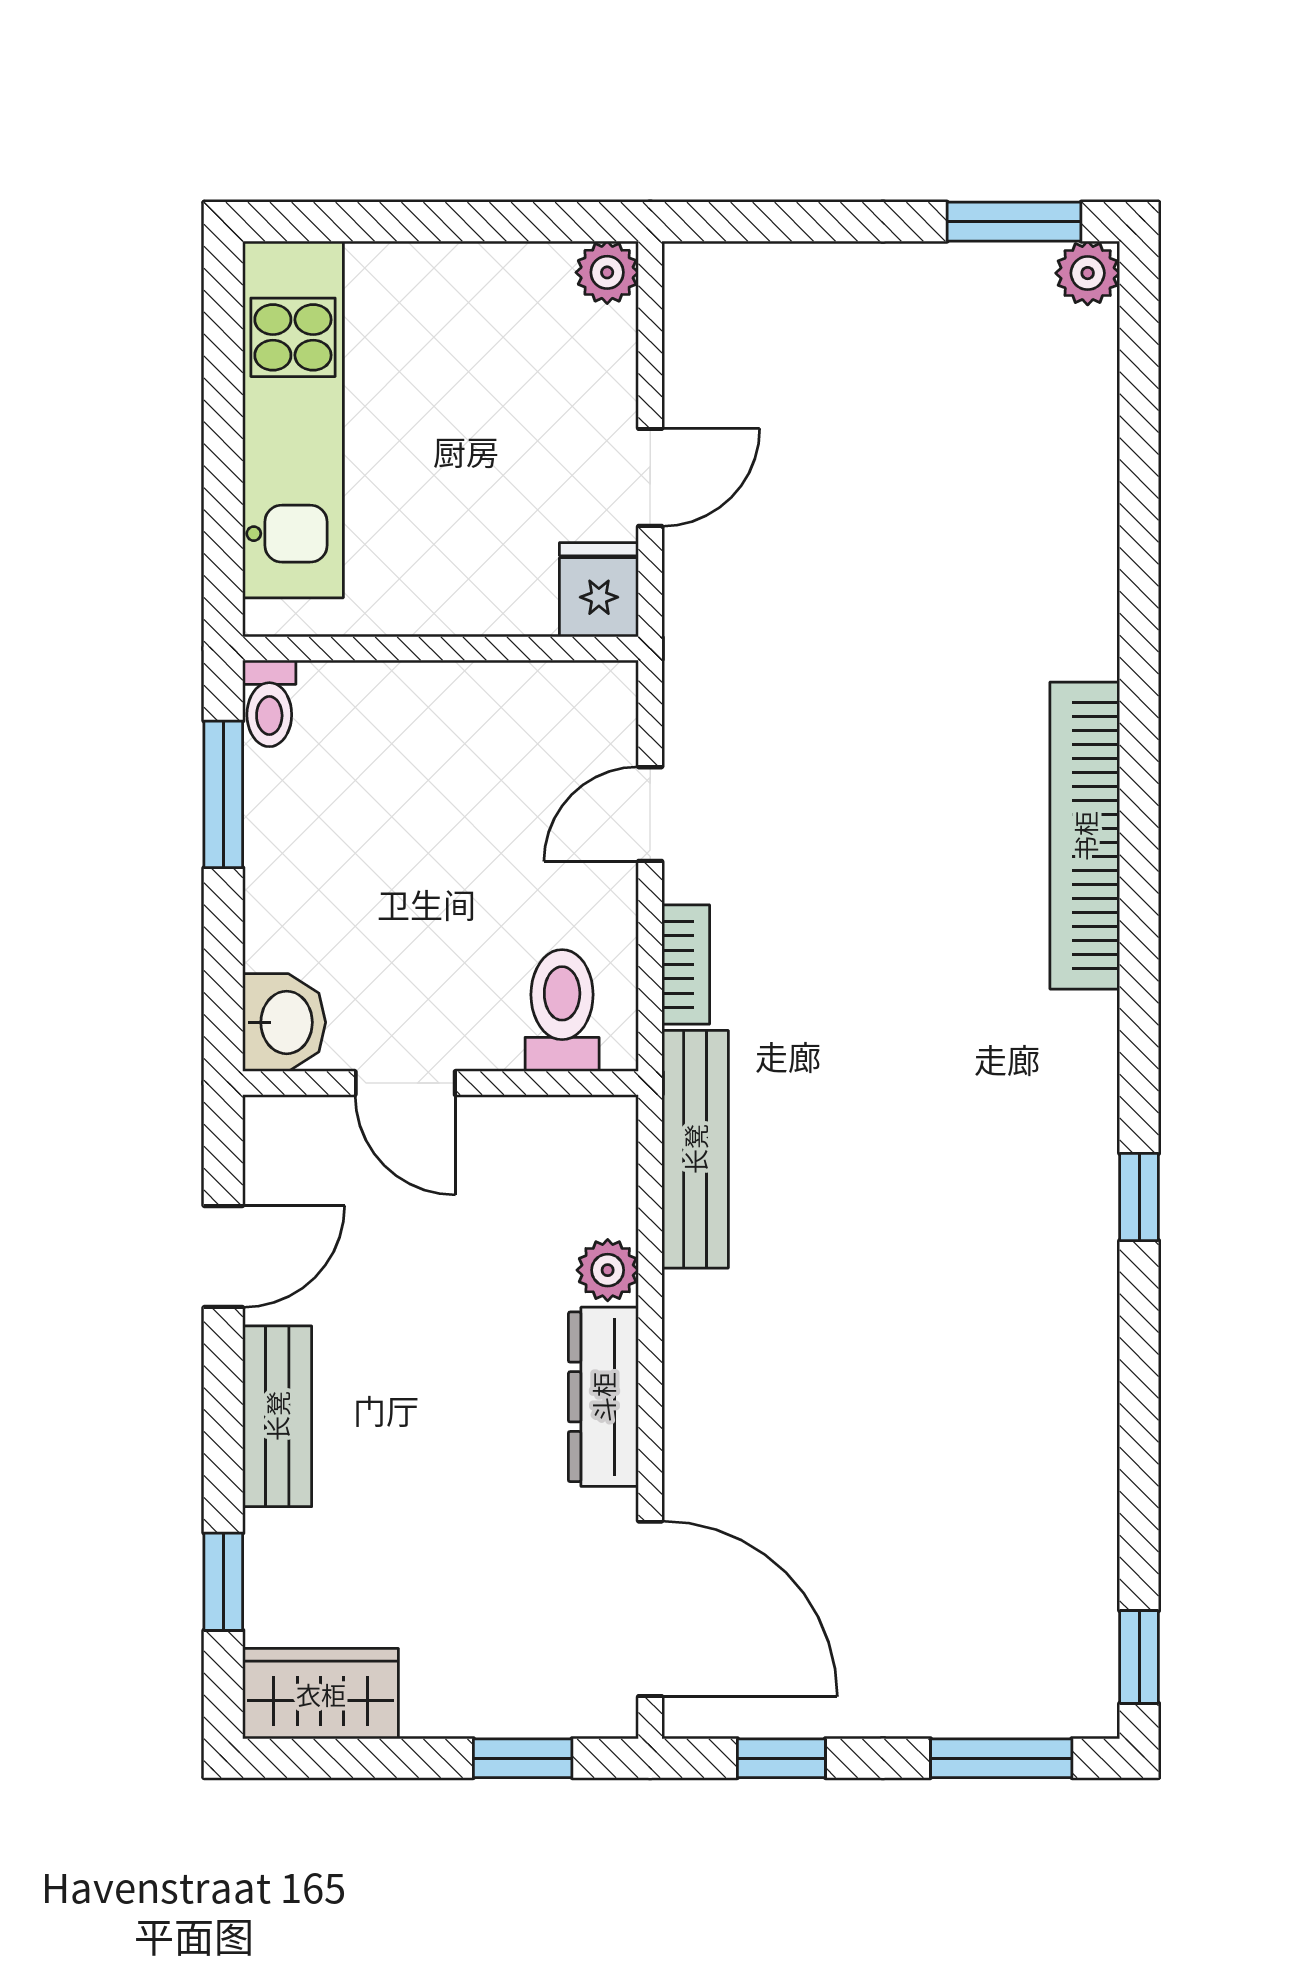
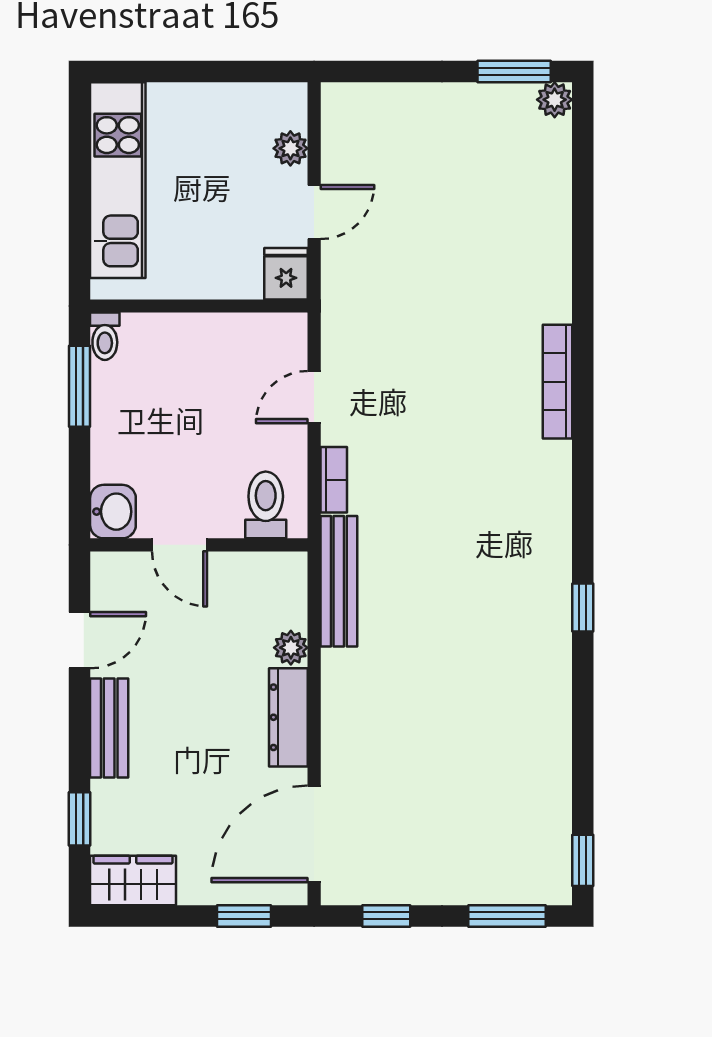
plant: (607, 272) -> (290, 148), moved
bookcase: (1085, 836) -> (558, 382), width x0.68, depth x0.76
door: (650, 1609) -> (314, 834), swing flipped

